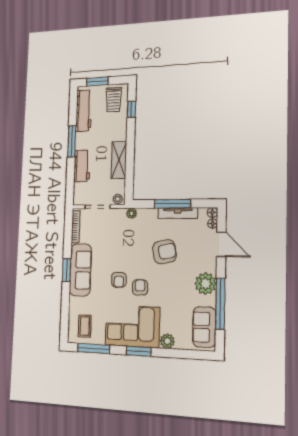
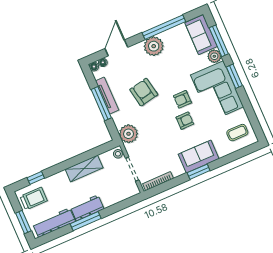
workbench: (82, 166) -> (87, 208), moved
plant: (132, 213) -> (129, 134), width x1.88, depth x1.88
sofa: (80, 270) -> (199, 156), width x0.73
sofa: (204, 327) -> (201, 35), moved, turned 90
window: (94, 348) -> (219, 41), moved

